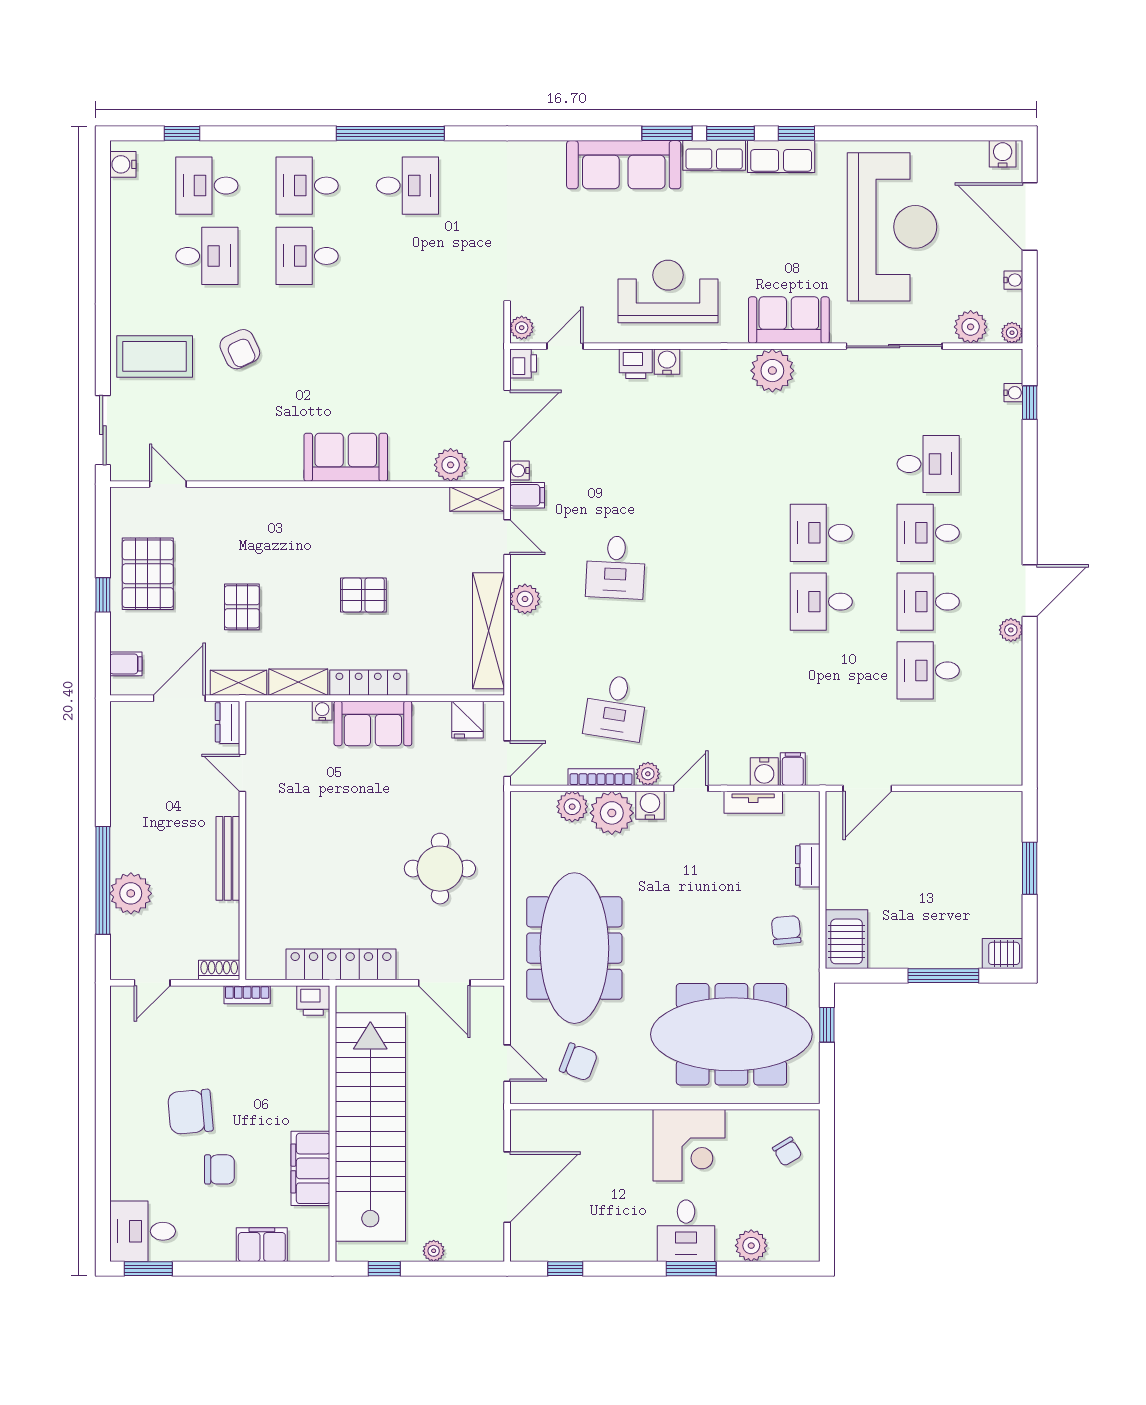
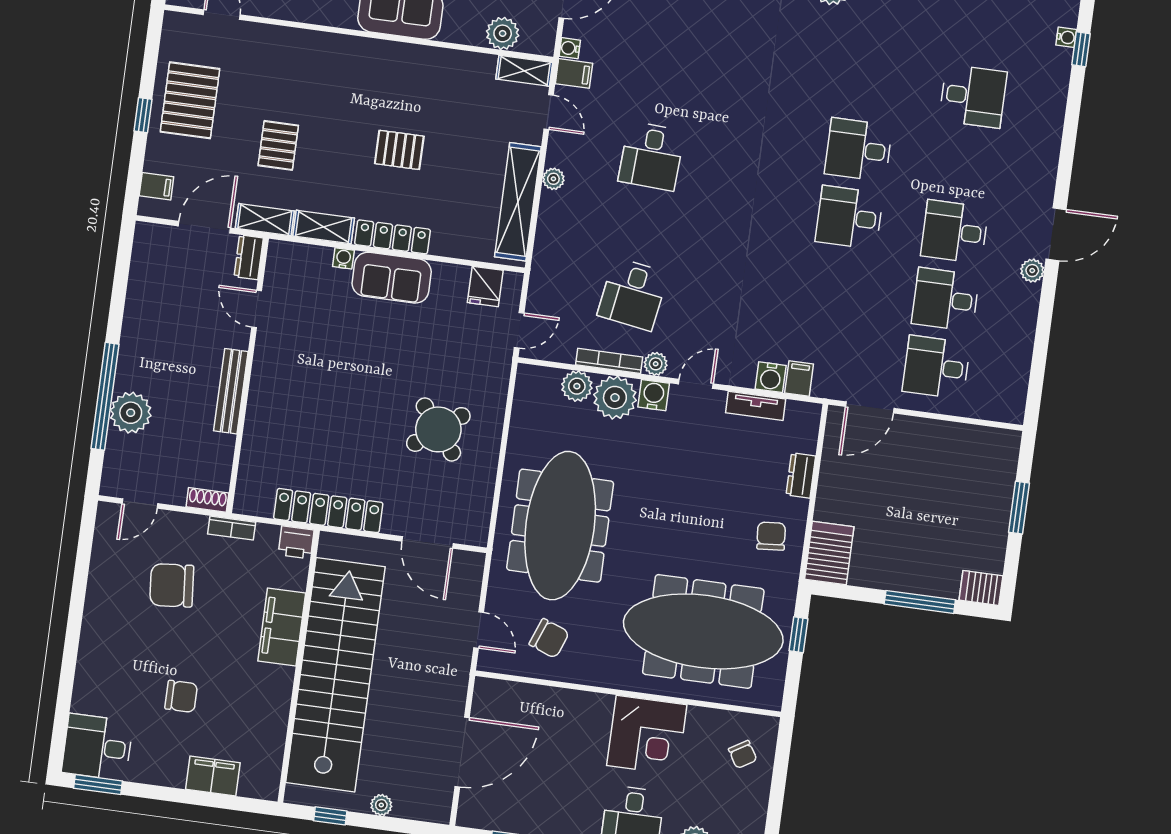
desk: (928, 533) -> (936, 367), moved
plant: (525, 599) -> (553, 179), width x0.73, depth x0.73
round table: (440, 869) -> (438, 429), turned -38
chair: (190, 1112) -> (172, 585), moved
filing cabinet: (310, 1168) -> (282, 627), moved

